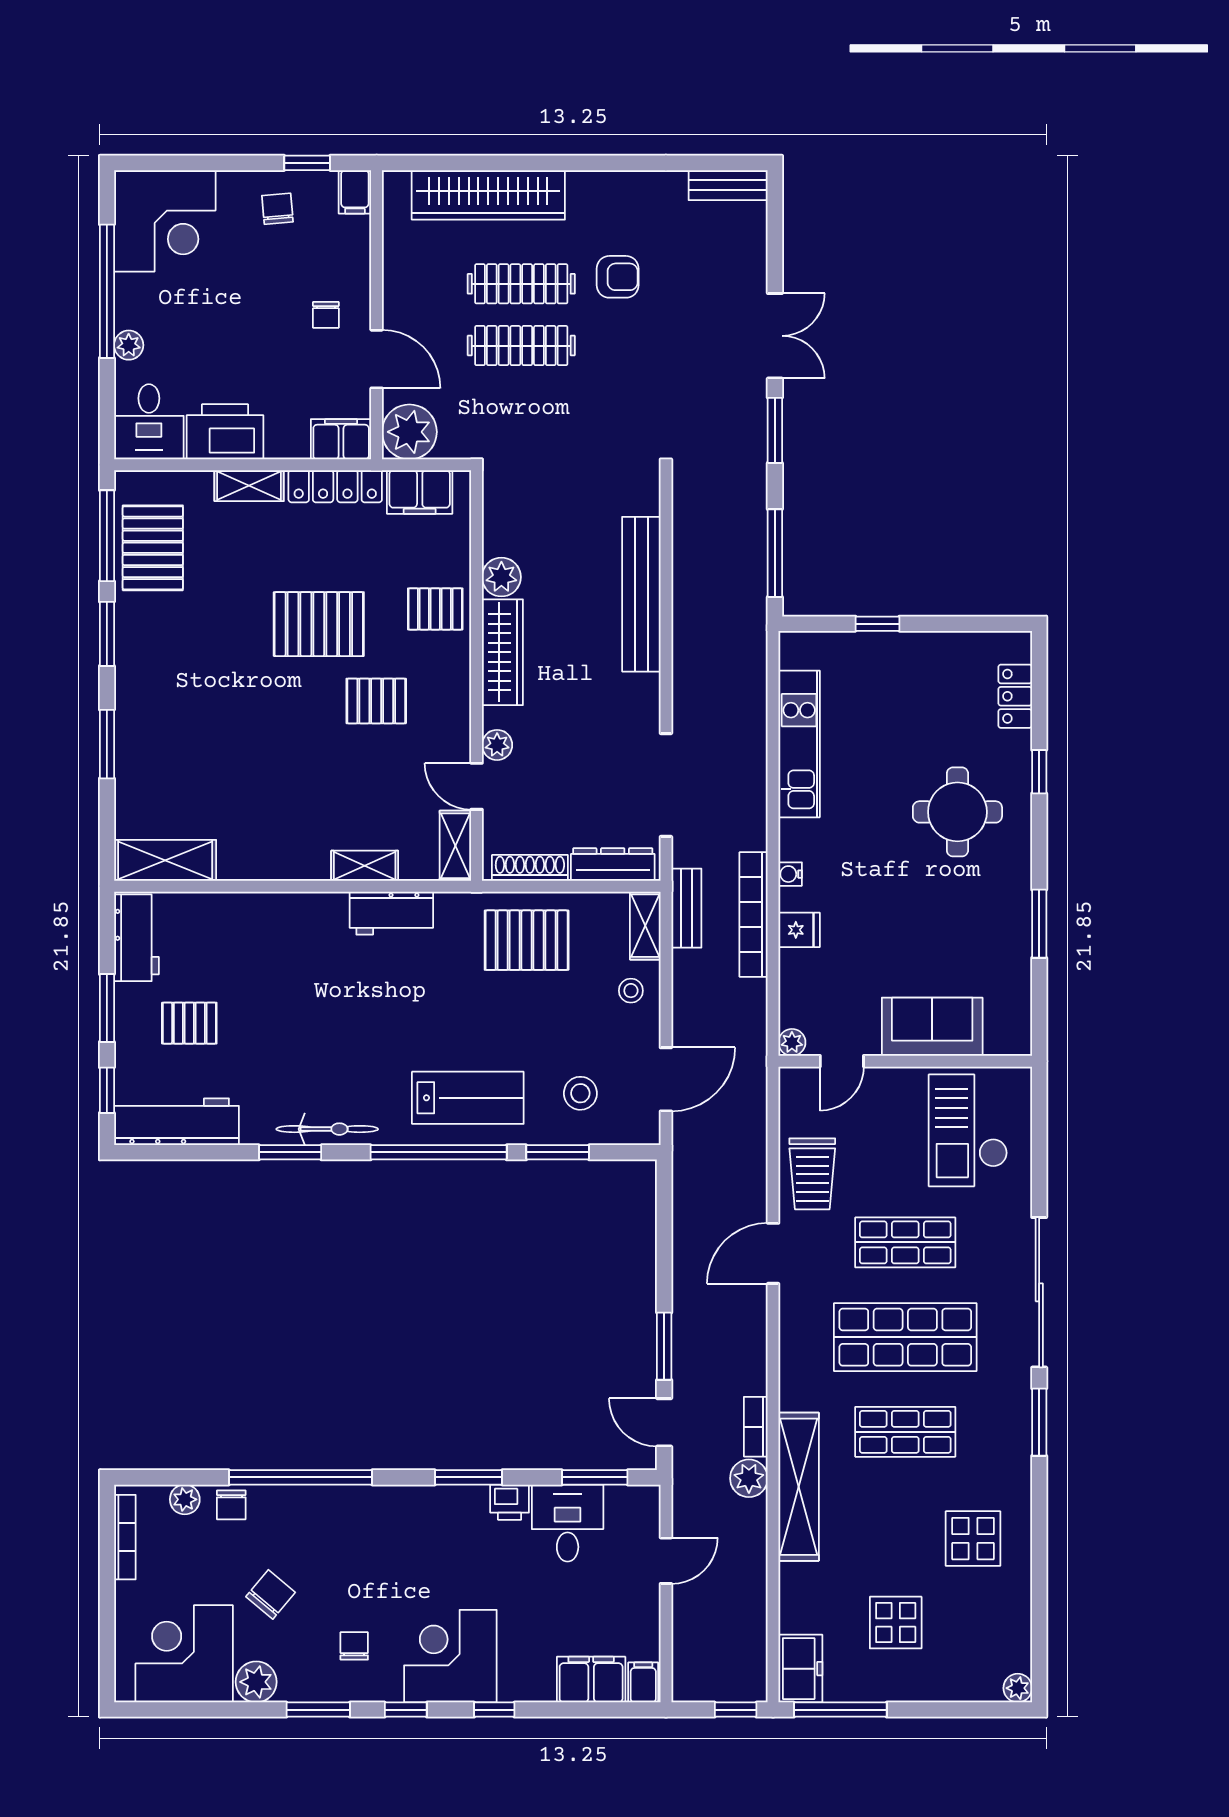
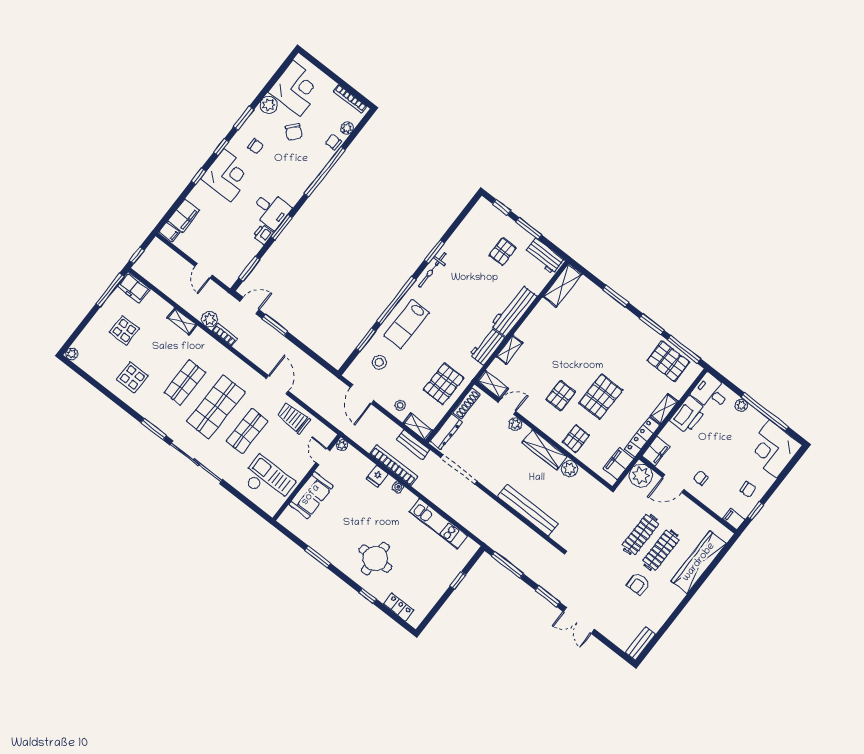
workbench: (176, 1122) -> (514, 311), moved, turned 180
shelving: (799, 1487) -> (182, 321), width x0.45, depth x0.75
desk: (568, 1523) -> (271, 210), moved

